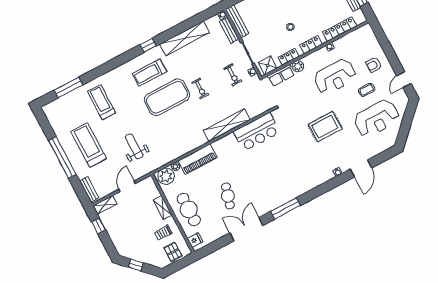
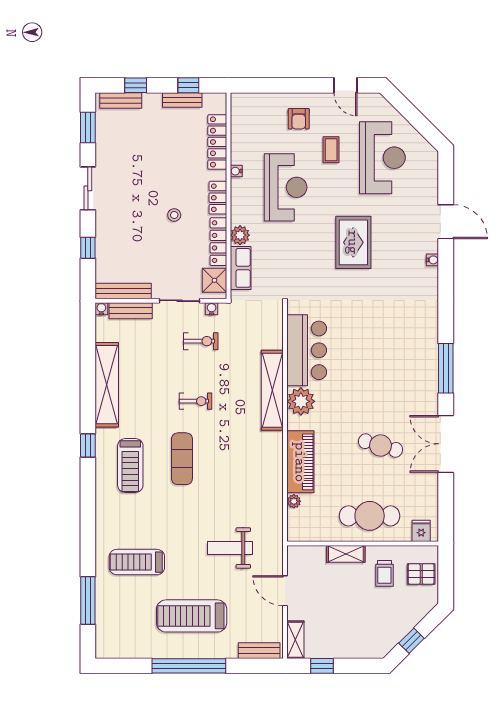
locker: (289, 57) -> (218, 242), width x1.53
exercise mat: (167, 97) -> (182, 459), width x0.50, depth x0.69
plant: (166, 176) -> (301, 401), moved

